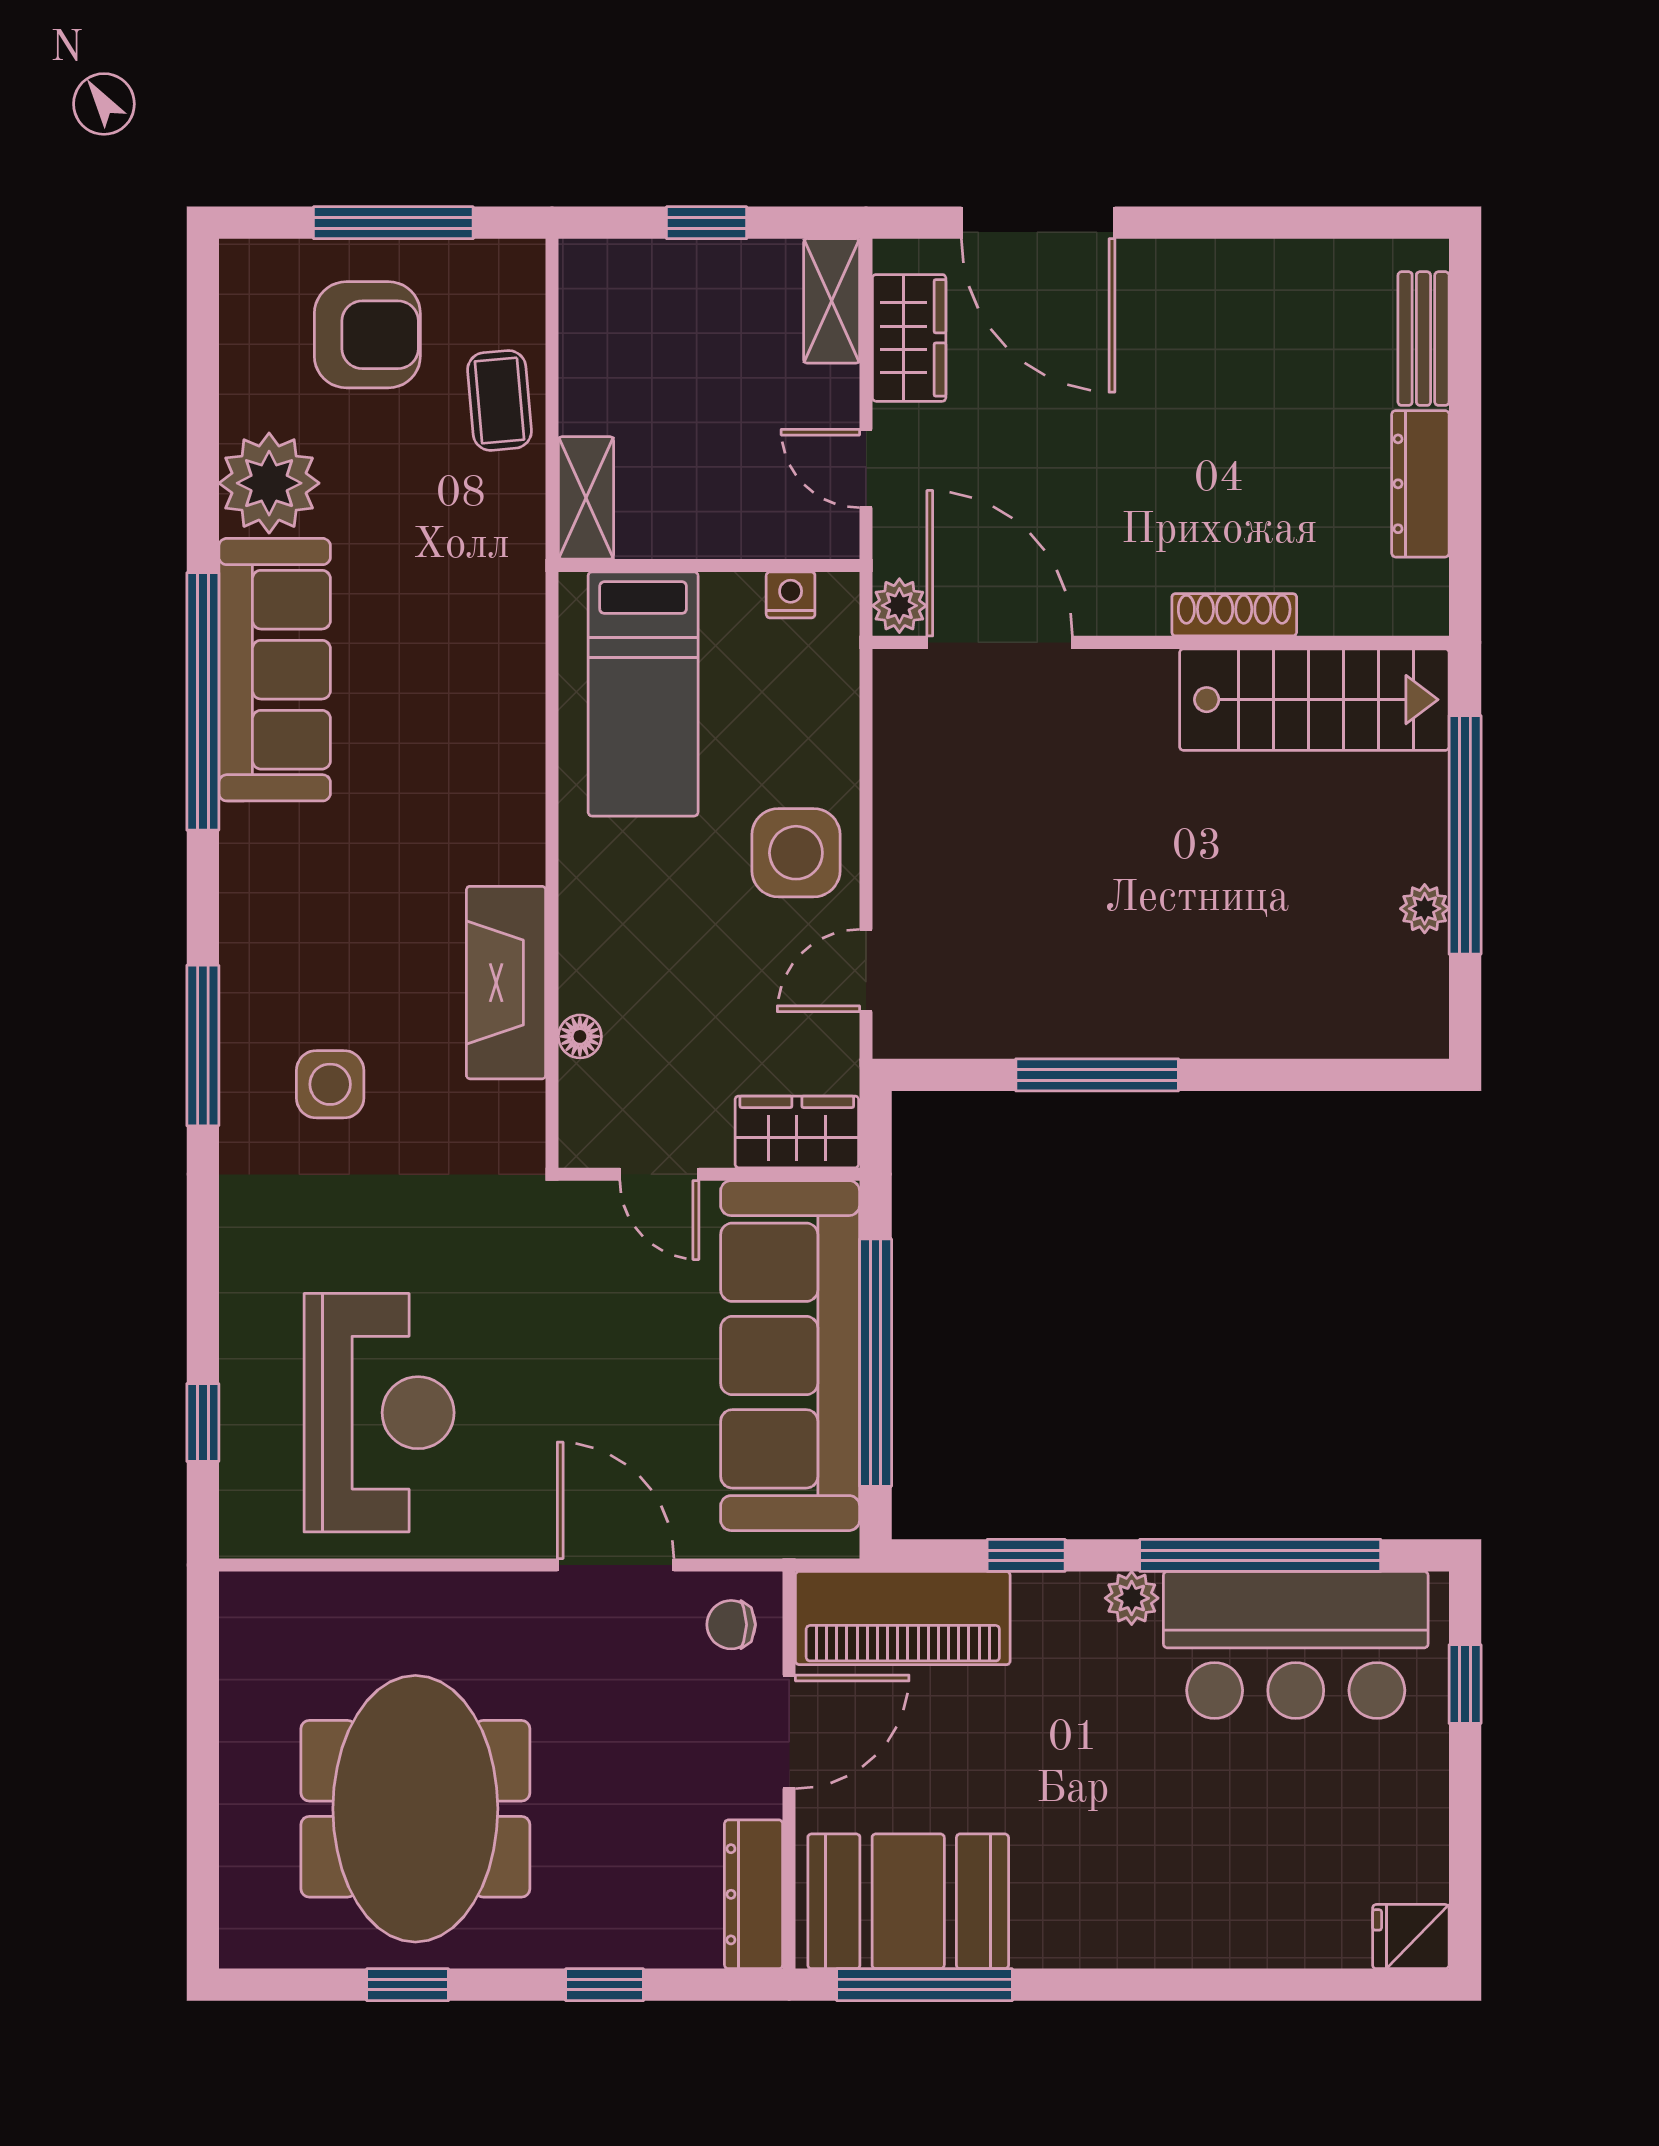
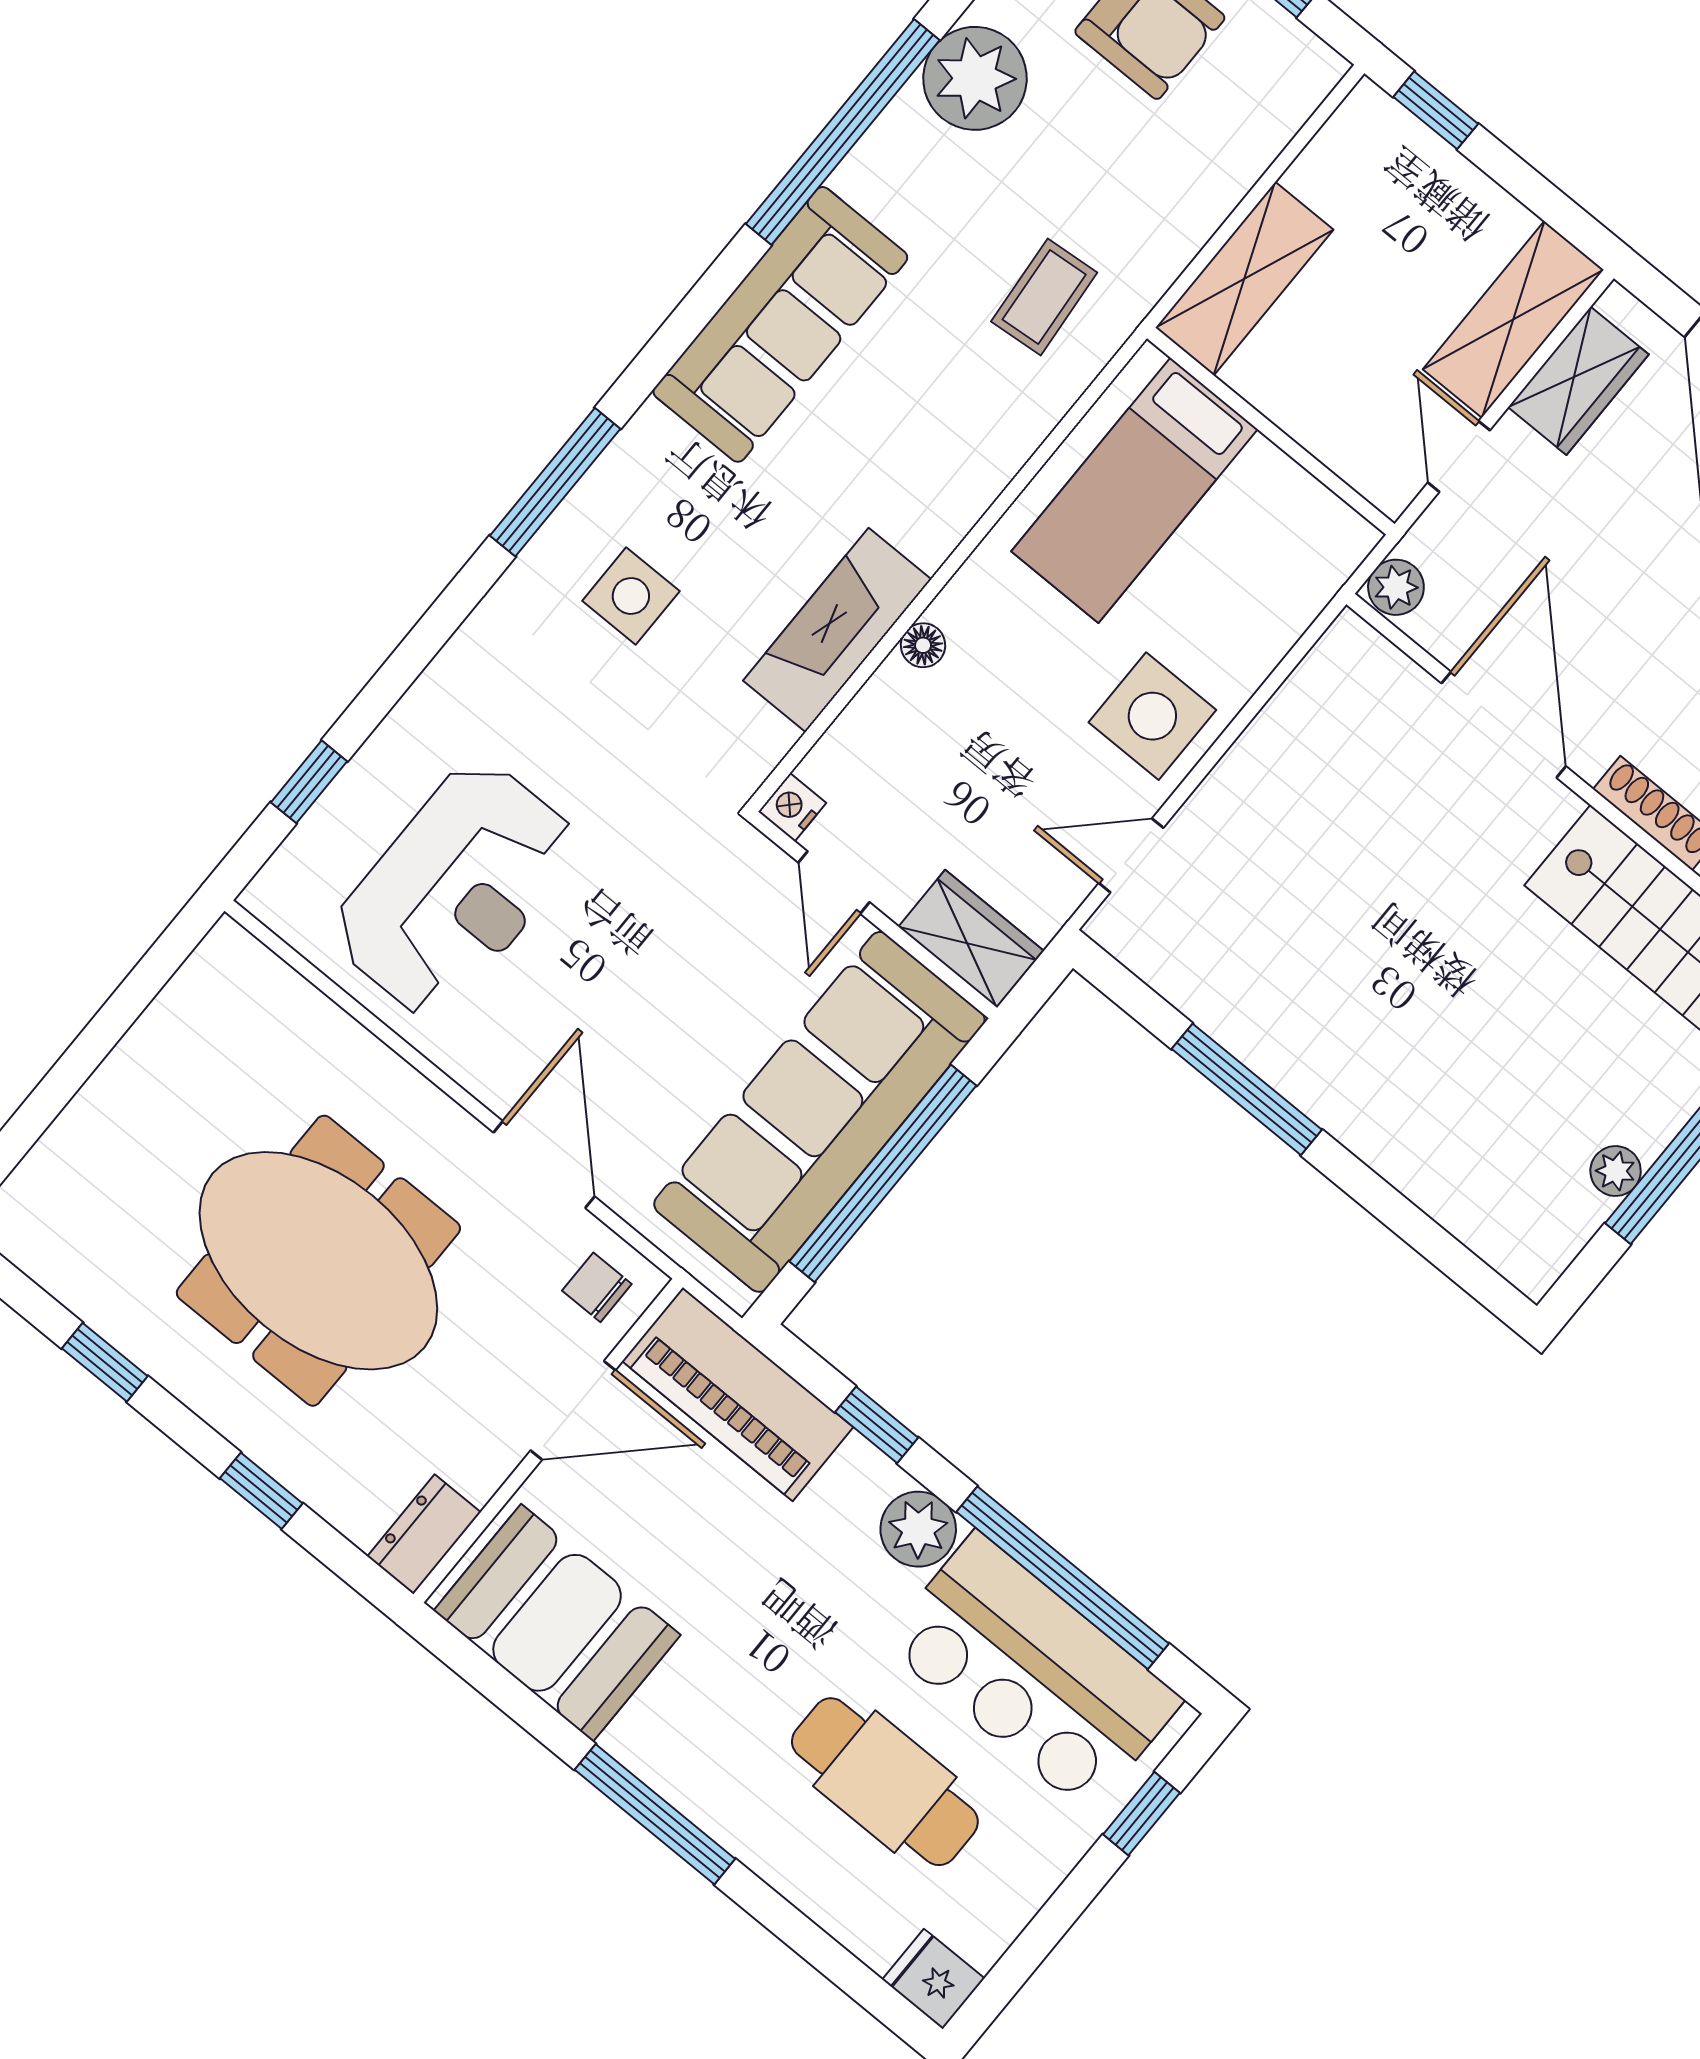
window: (707, 223) -> (1436, 110), moved
shelving: (832, 301) -> (1513, 319), width x1.50, depth x1.33
coffee table: (499, 400) -> (1044, 297), moved
shelving: (586, 498) -> (1244, 279), width x1.50, depth x1.33
nightstand: (791, 595) -> (792, 807), moved, turned -90
door: (1000, 642) -> (1504, 725), moved
sofa: (275, 670) -> (780, 324), moved
window: (203, 701) -> (843, 132), moved
floor lamp: (580, 1036) -> (923, 645), moved
plant: (1132, 1598) -> (918, 1529), width x1.38, depth x1.38
meeting table: (415, 1809) -> (318, 1261), moved, turned 90
cafe table: (1253, 1818) -> (885, 1782), added
dresser: (754, 1894) -> (424, 1534), width x0.70
window: (924, 1985) -> (655, 1814), moved

